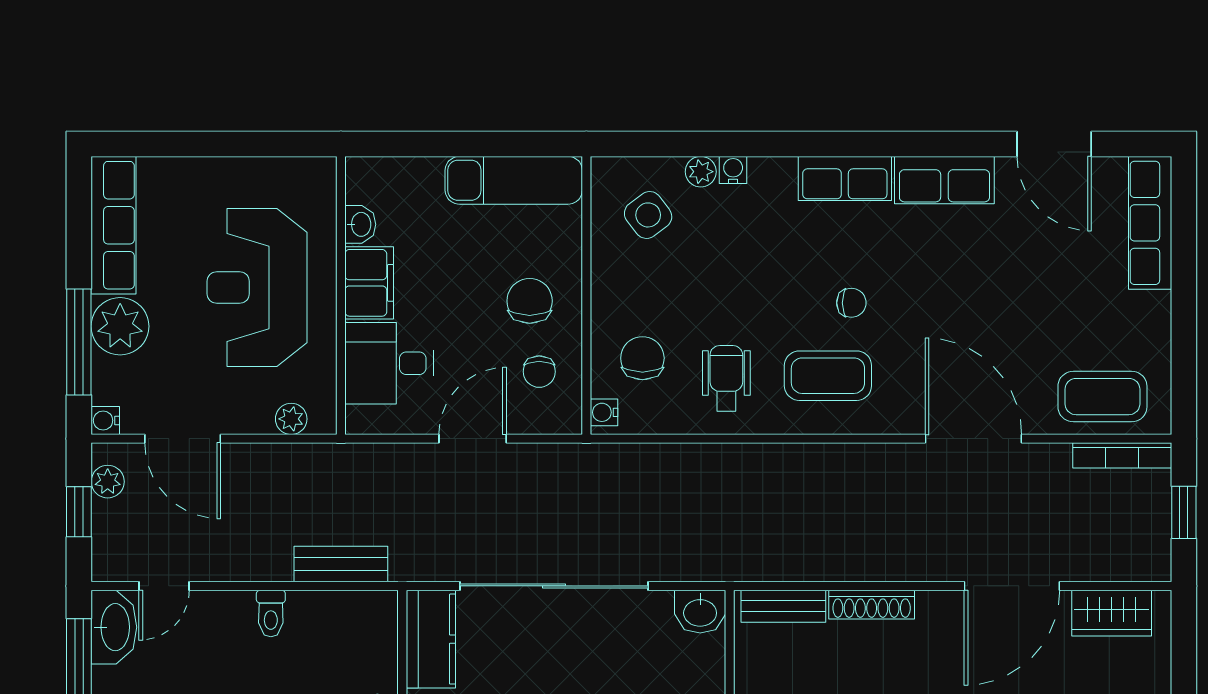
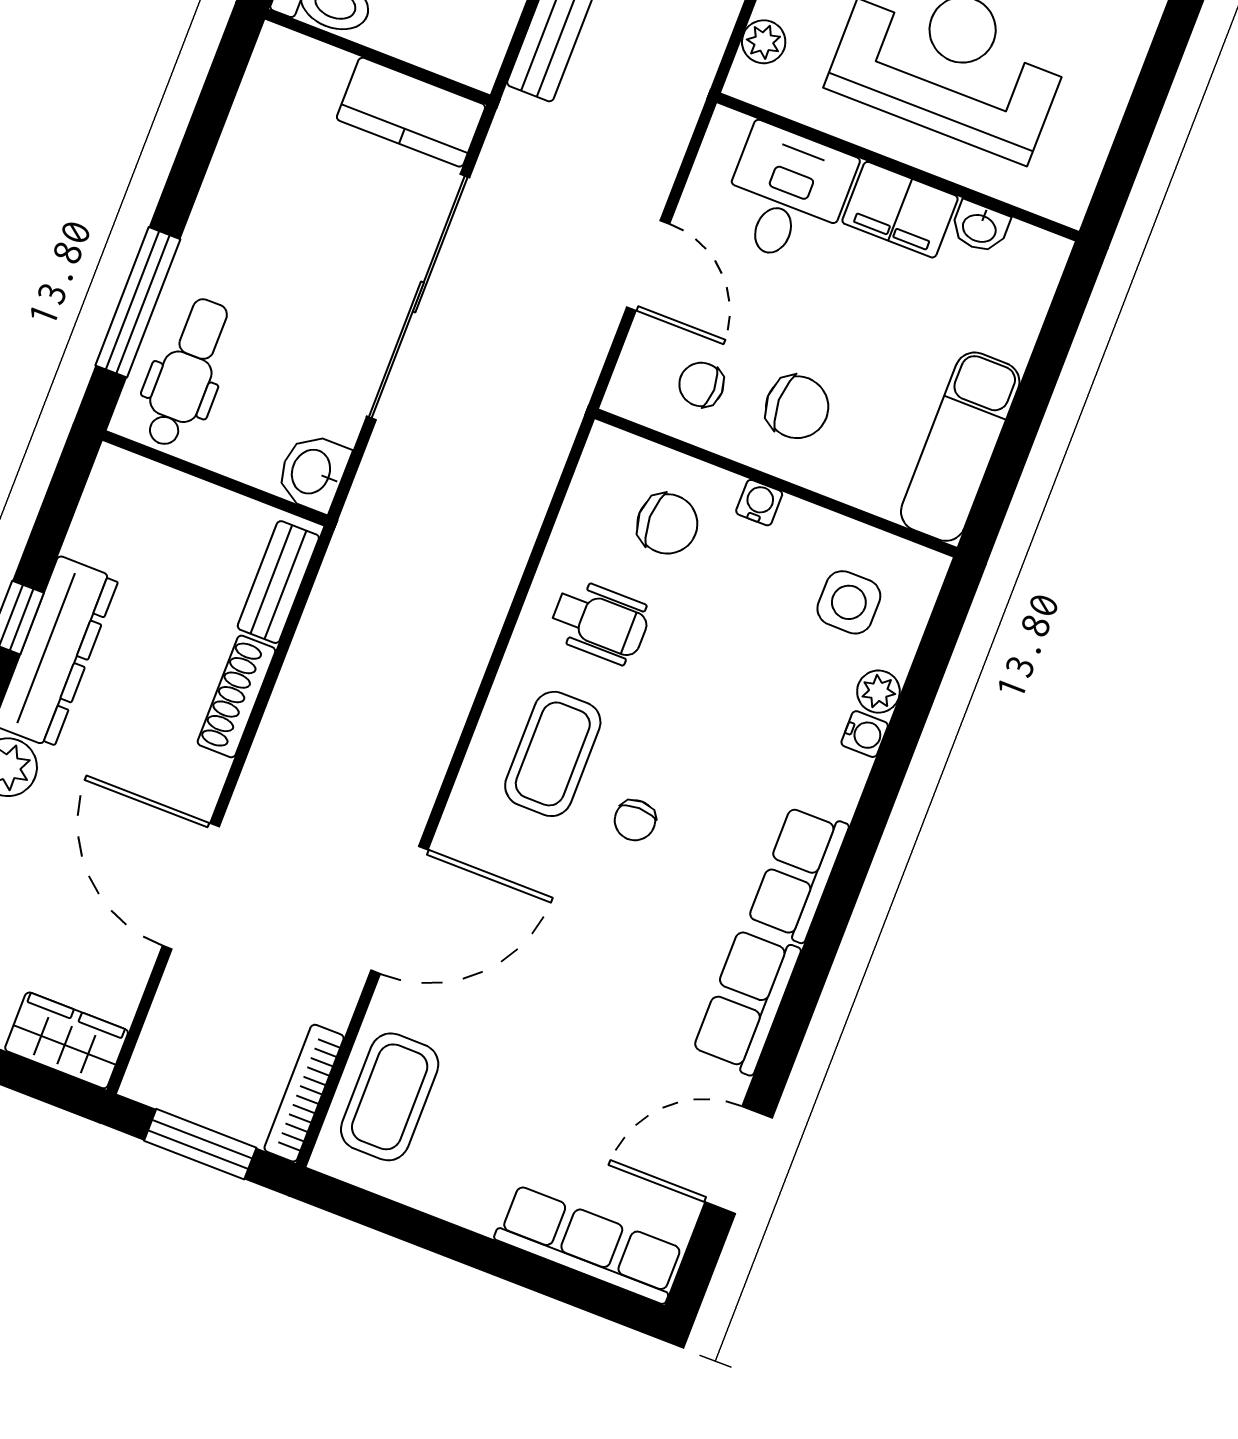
side table: (648, 215) -> (849, 602), turned 37
water cooler: (604, 412) -> (759, 503), moved
window: (1184, 512) -> (200, 1144), width x1.50
wardrobe: (1112, 613) -> (67, 1040), moved, turned 90

